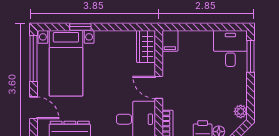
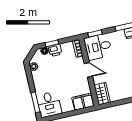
filing cabinet: (170, 41) -> (83, 102), width x2.00

